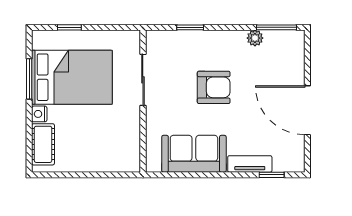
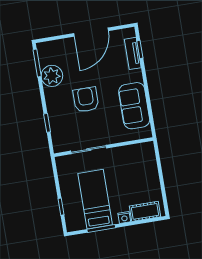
plant: (255, 38) -> (52, 76), width x1.87, depth x1.87
bed: (72, 77) -> (95, 199), width x0.67
tv unit: (250, 164) -> (133, 53), moved

